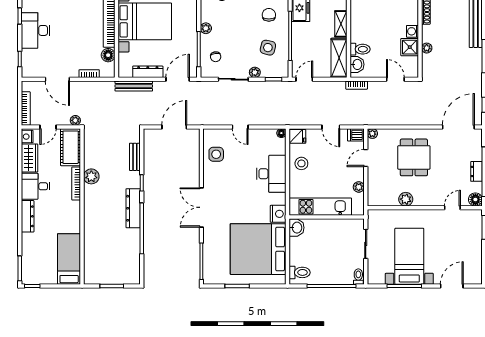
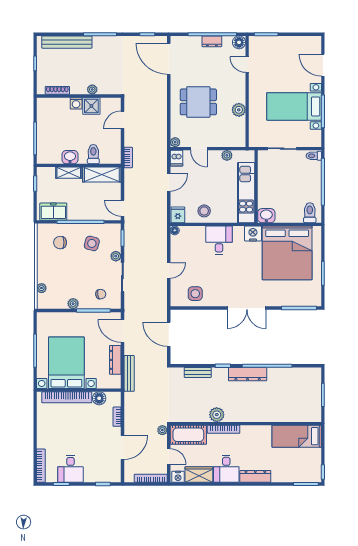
desk: (35, 30) -> (71, 469), width x0.73
washbasin: (357, 64) -> (70, 157), moved
desk: (271, 174) -> (219, 240), width x0.73

